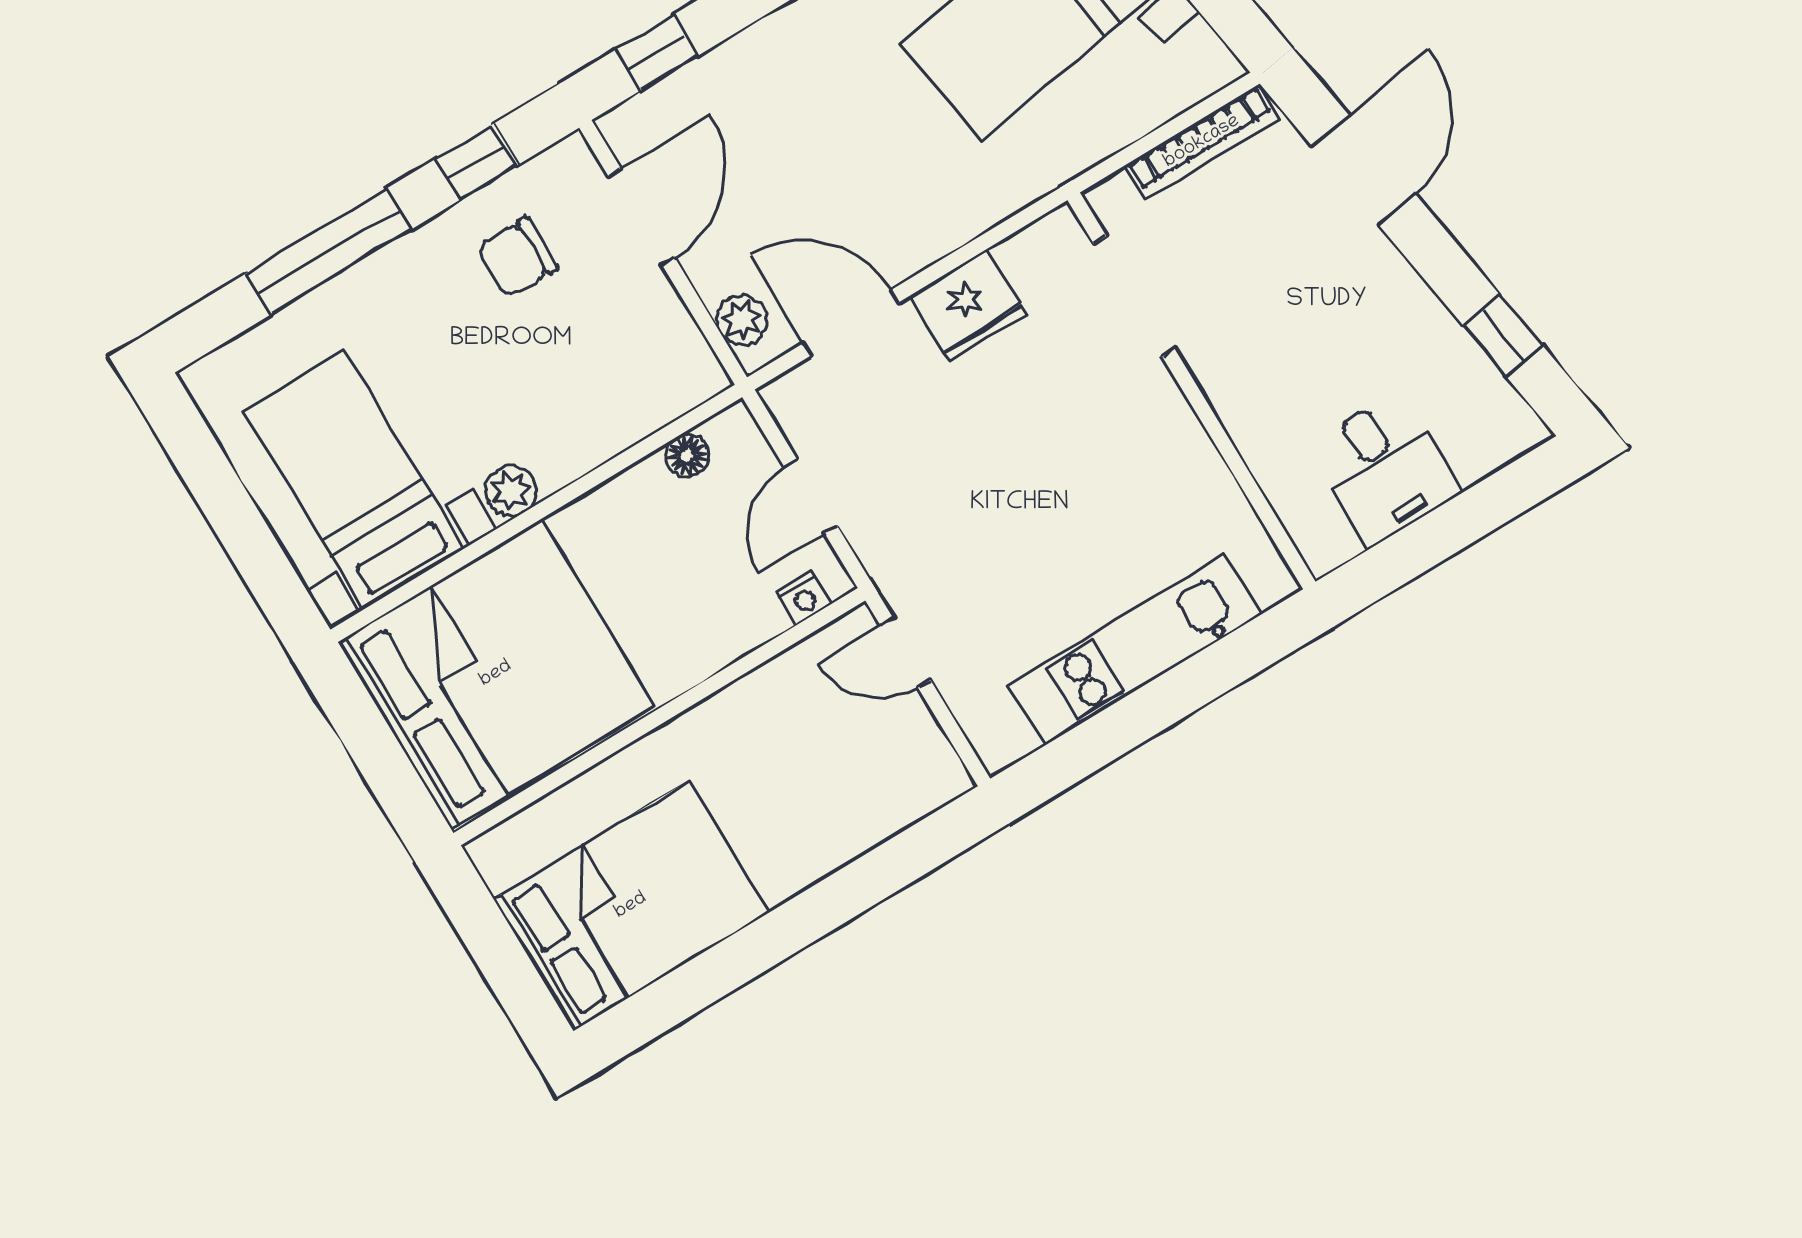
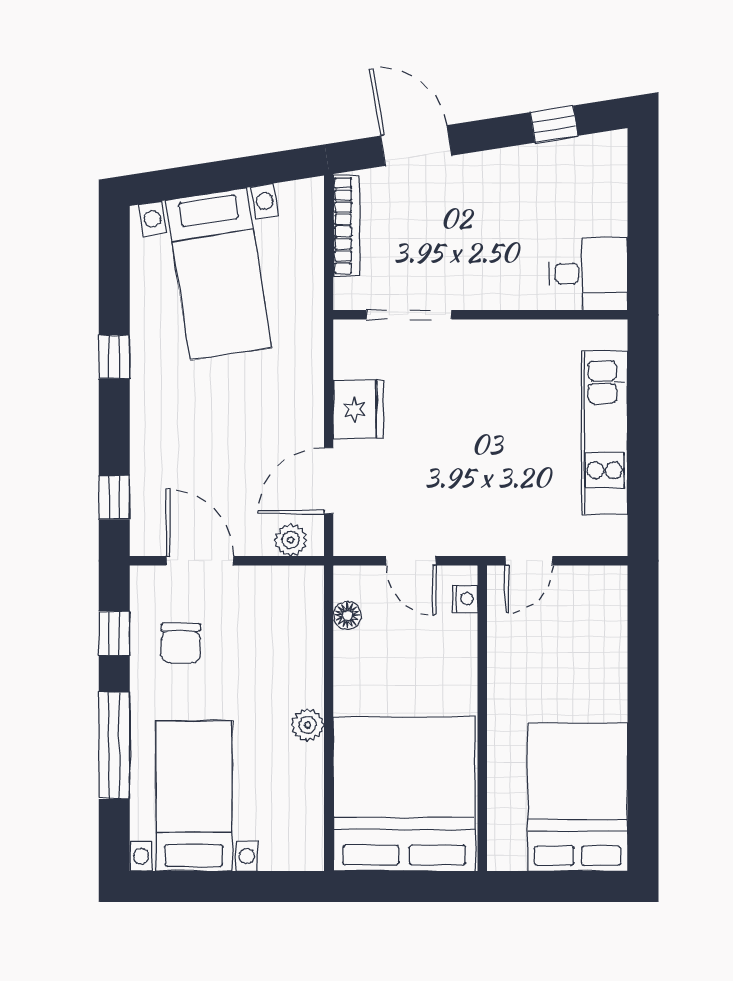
desk: (1385, 469) -> (588, 274), moved
bed with nightstands: (354, 480) -> (194, 796), moved, turned 90

